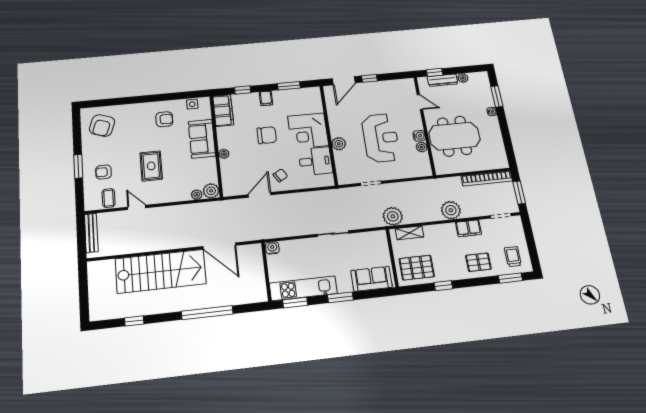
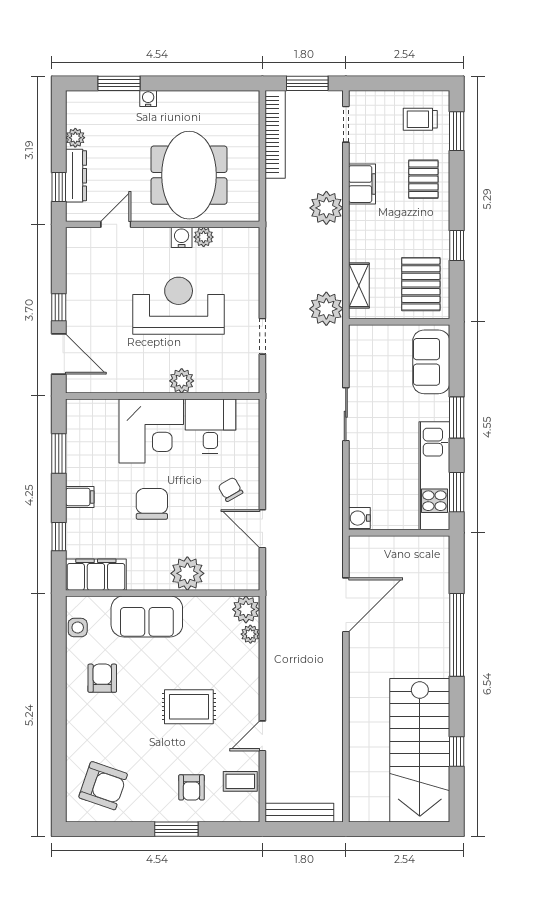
plant: (224, 154) -> (187, 573), width x1.88, depth x1.88
stairs: (161, 271) -> (420, 750), moved, turned 180

